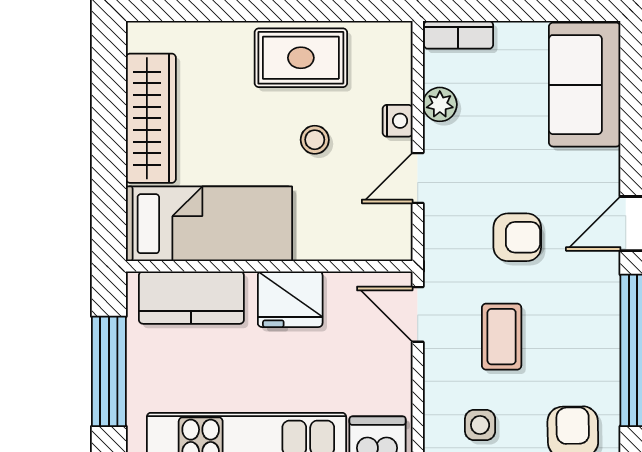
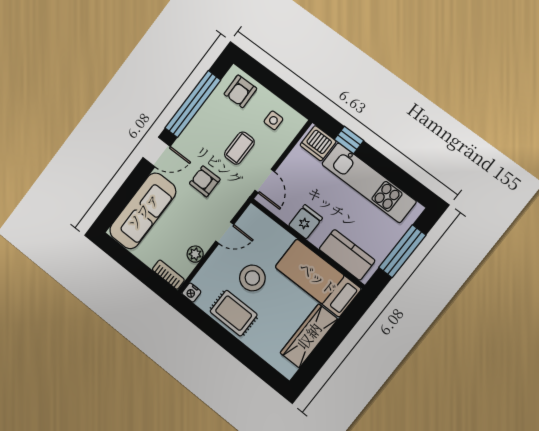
sofa: (585, 85) -> (143, 211), width x1.36
nightstand: (398, 121) -> (191, 293), moved, turned -90
stool: (315, 140) -> (252, 278), width x1.89, depth x1.89
fridge: (290, 299) -> (306, 222), width x0.72

